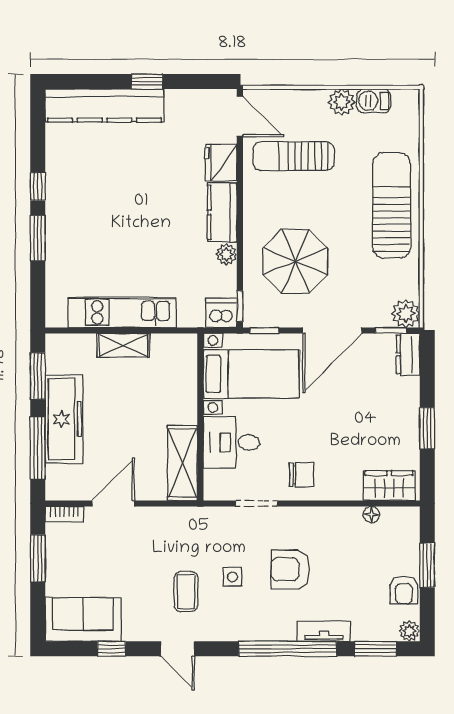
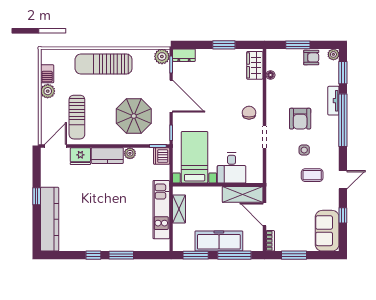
bed with nightstands: (251, 374) -> (195, 157), moved
wall: (200, 417) -> (218, 185), moved
desk: (231, 442) -> (232, 168), moved
shelving: (182, 463) -> (243, 194), moved

